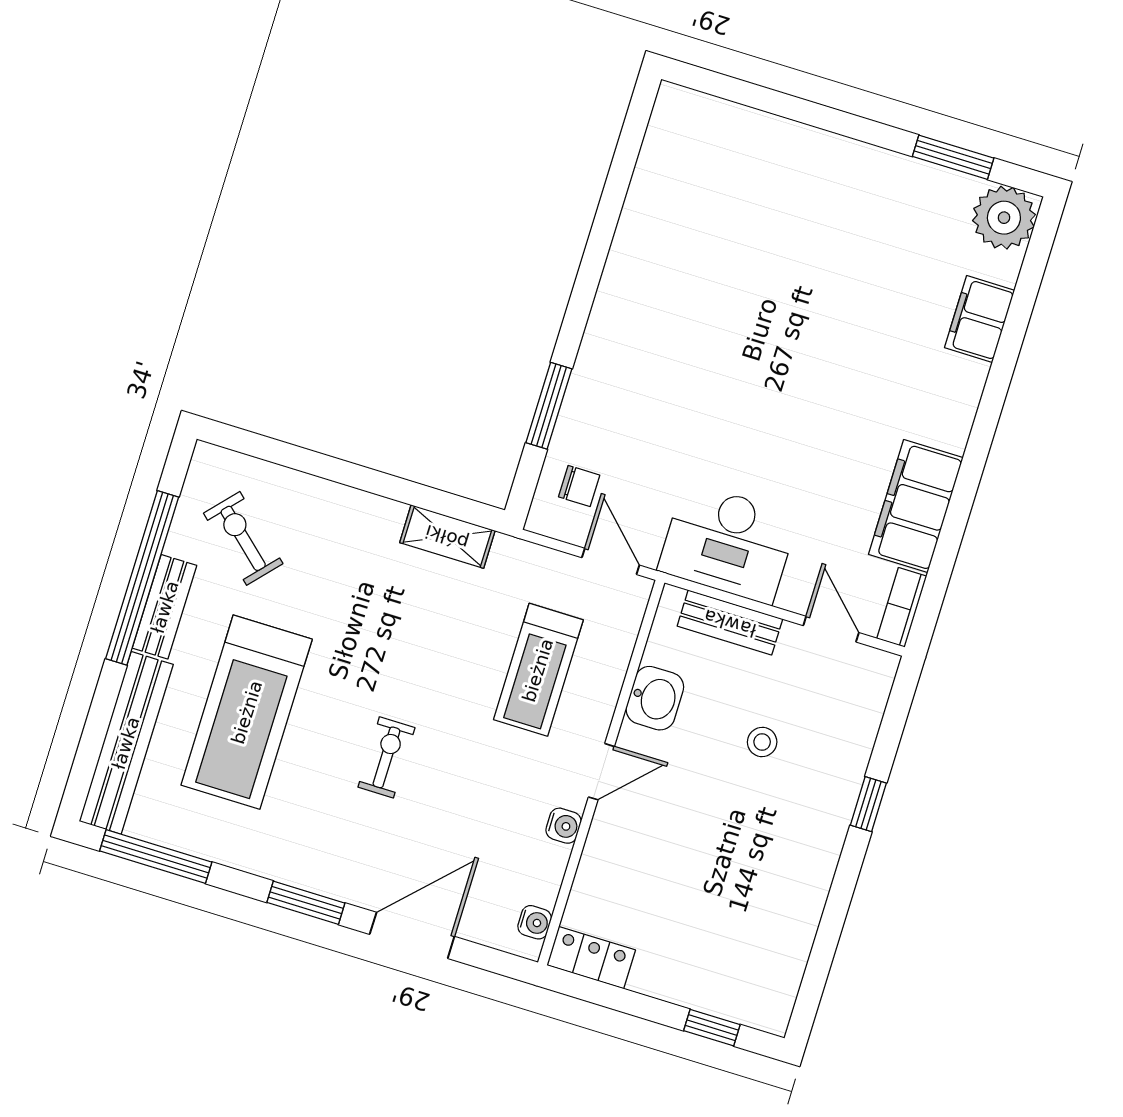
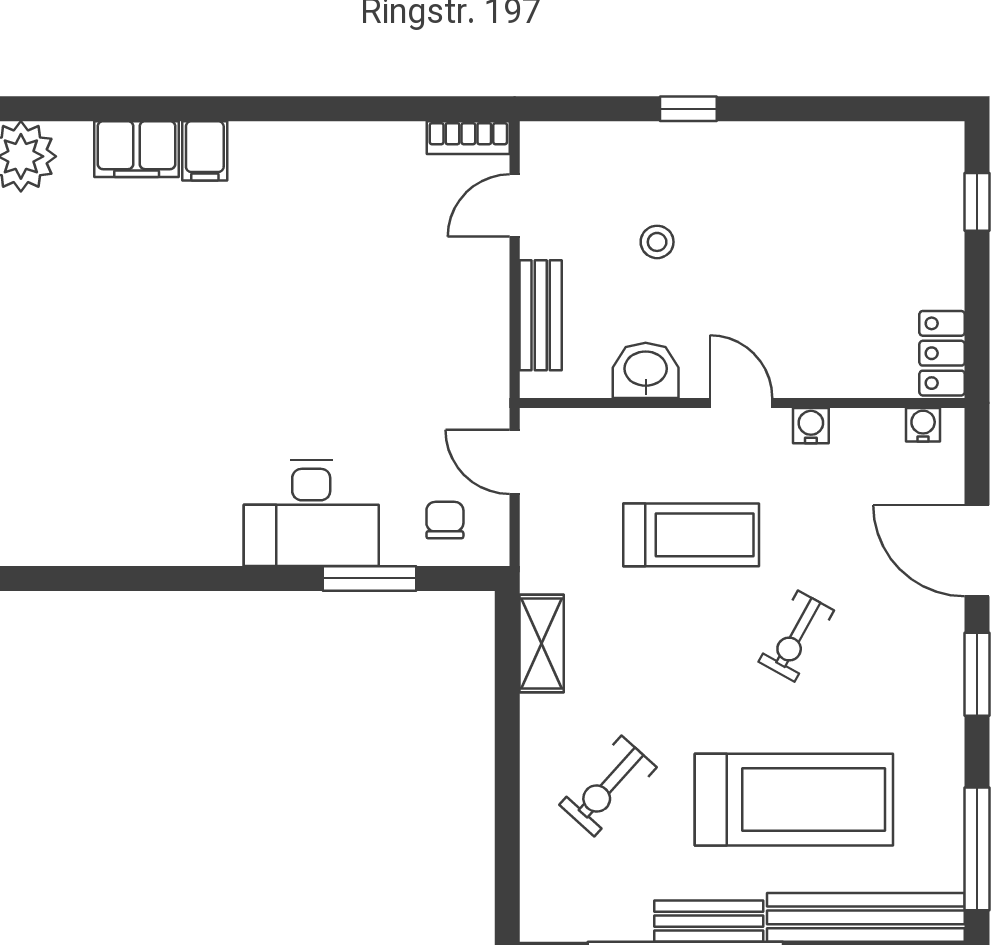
filing cabinet: (916, 506) -> (205, 151), moved, width x0.33, depth x0.86
exercise bike: (243, 538) -> (608, 786), moved
desk: (728, 543) -> (311, 513), moved, turned 90
door: (611, 561) -> (515, 462), hinge flipped
treadmill: (538, 670) -> (691, 535), moved
exercise bike: (386, 757) -> (796, 636), turned -61

